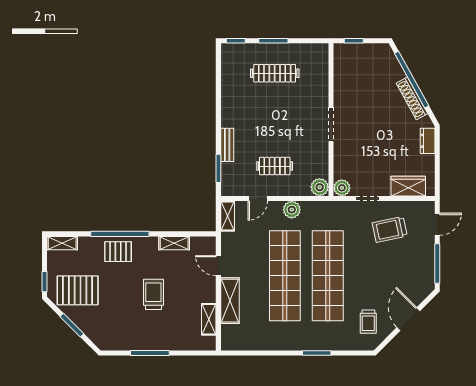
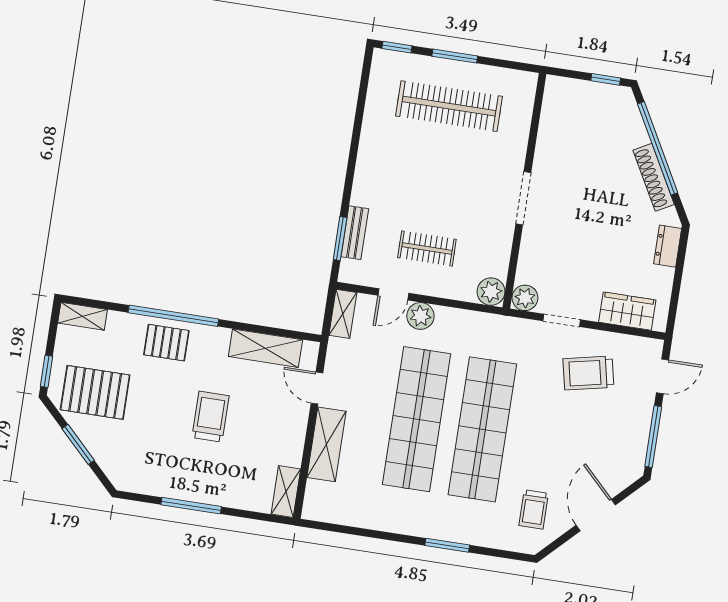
window: (354, 41) -> (606, 79), moved
clothes rail: (275, 73) -> (449, 106), width x1.37, depth x1.31
bench: (227, 145) -> (355, 233), moved
plant: (292, 210) -> (420, 316), moved
shelving: (174, 243) -> (265, 348), width x1.50, depth x1.33
shelving: (209, 319) -> (286, 492), moved

